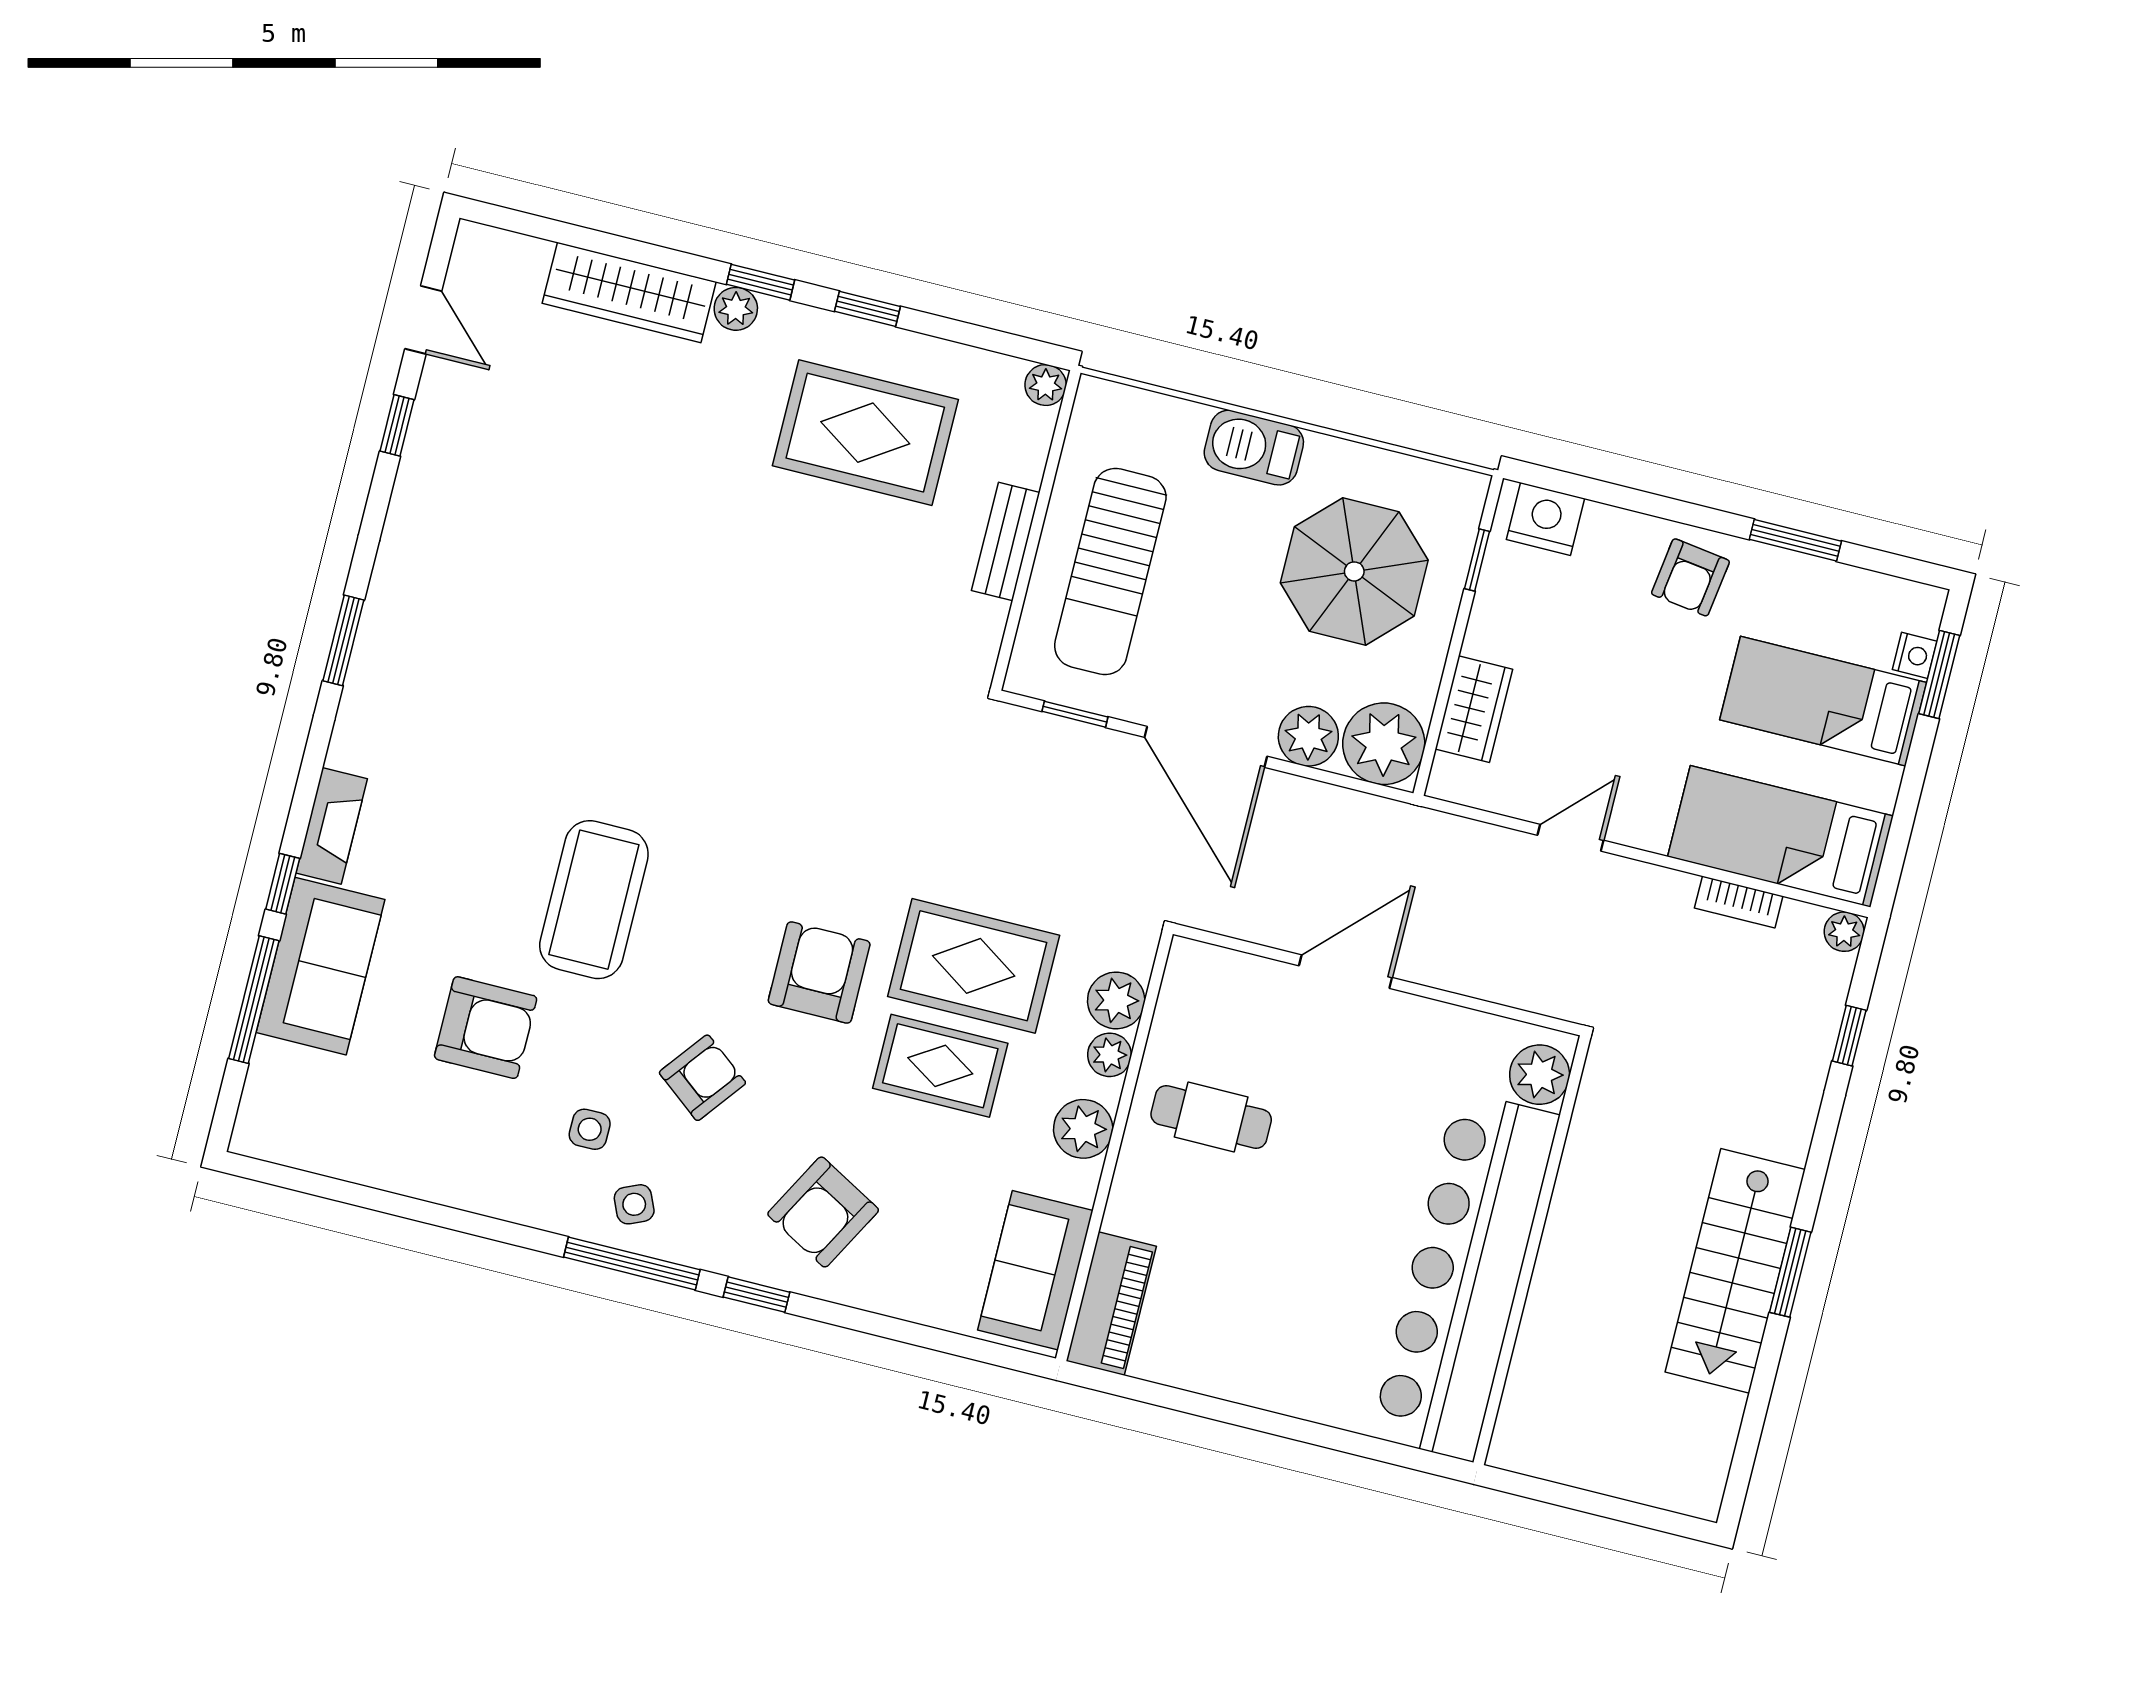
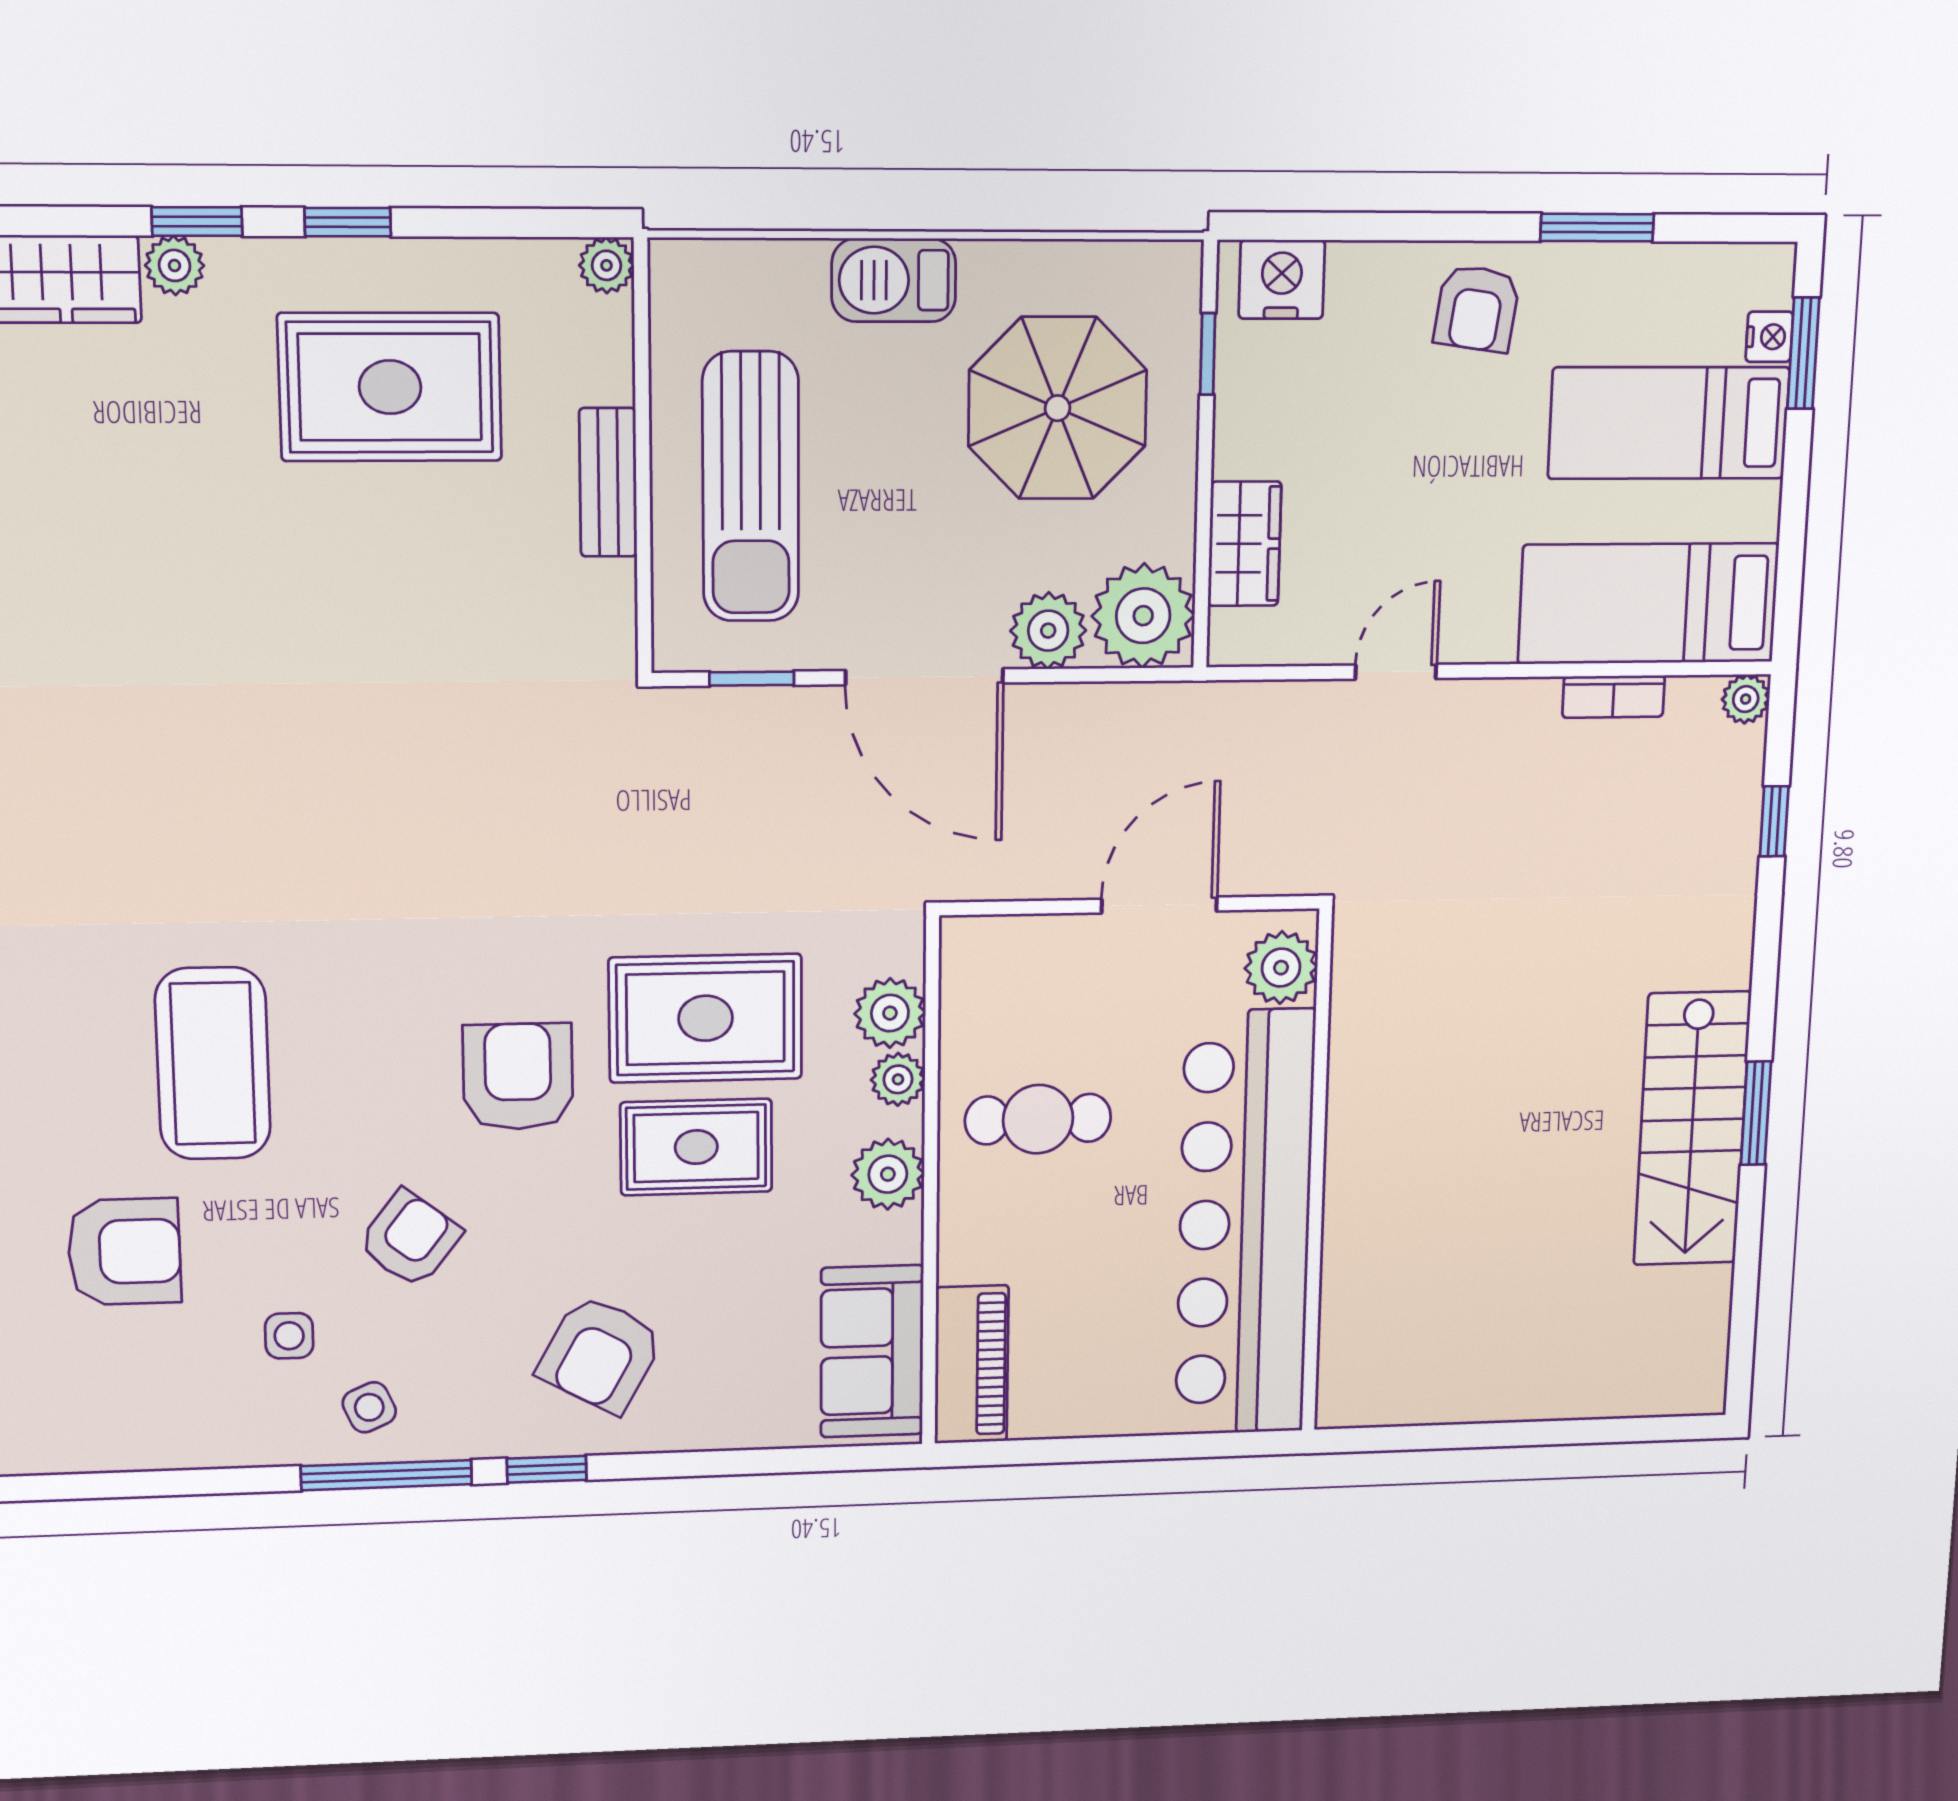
plant: (1540, 1075) -> (1281, 968), moved
wall: (1532, 1250) -> (1317, 1174), moved
bar counter: (1465, 1276) -> (1245, 1224), moved

